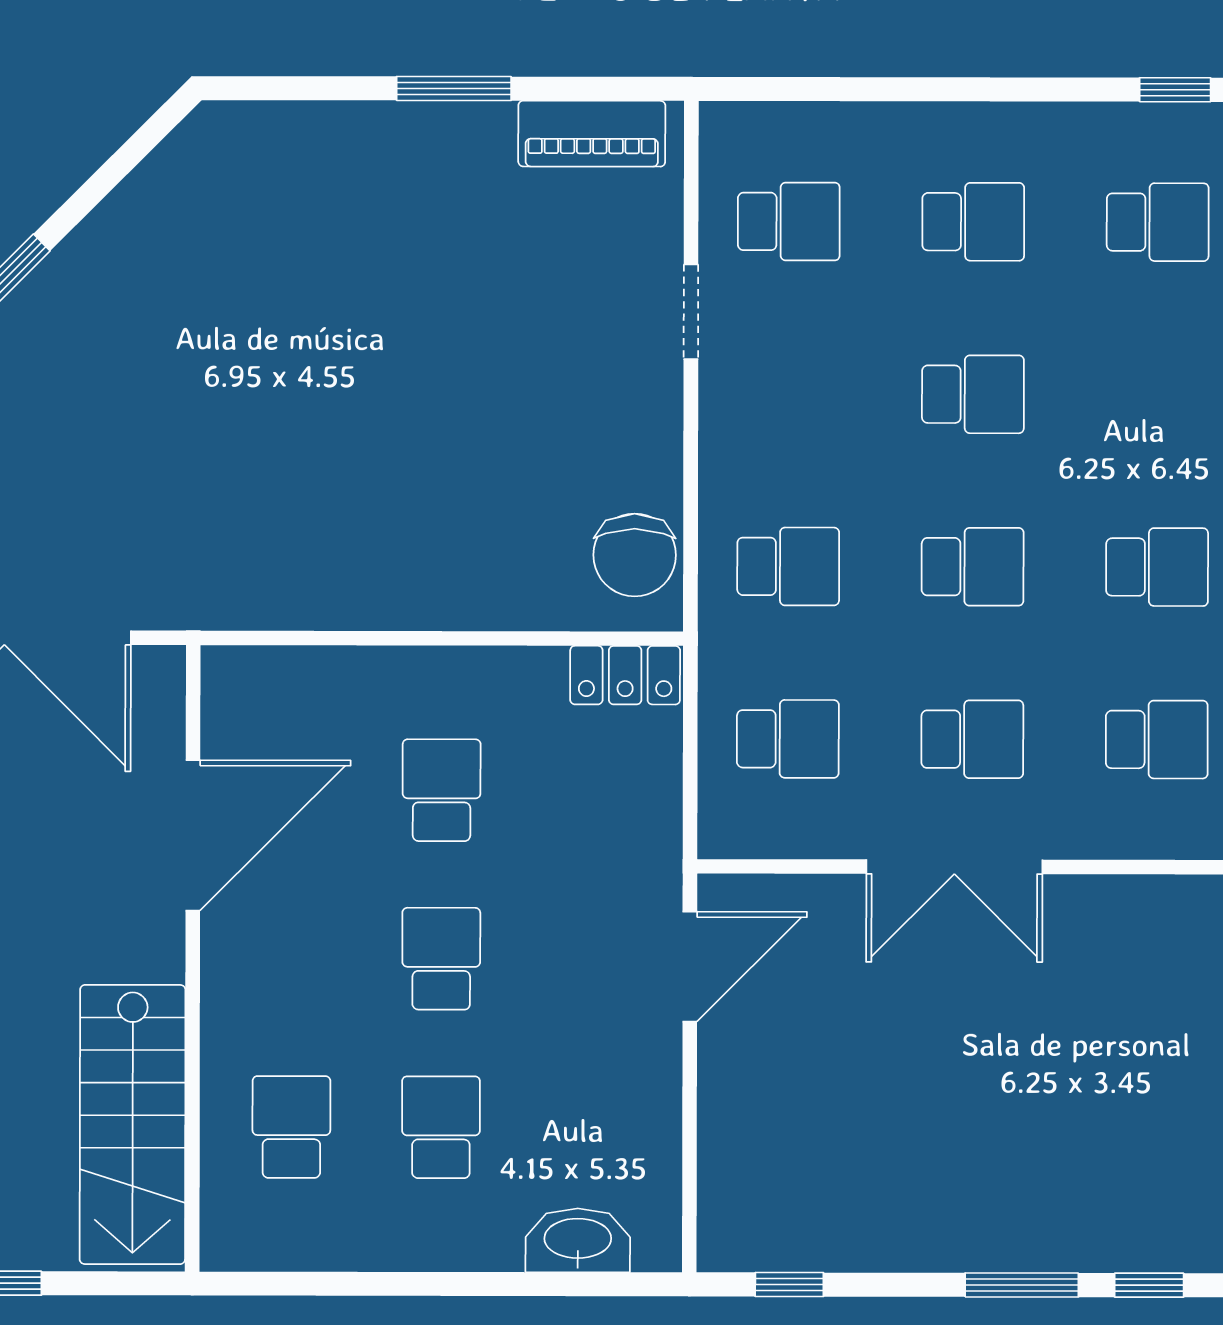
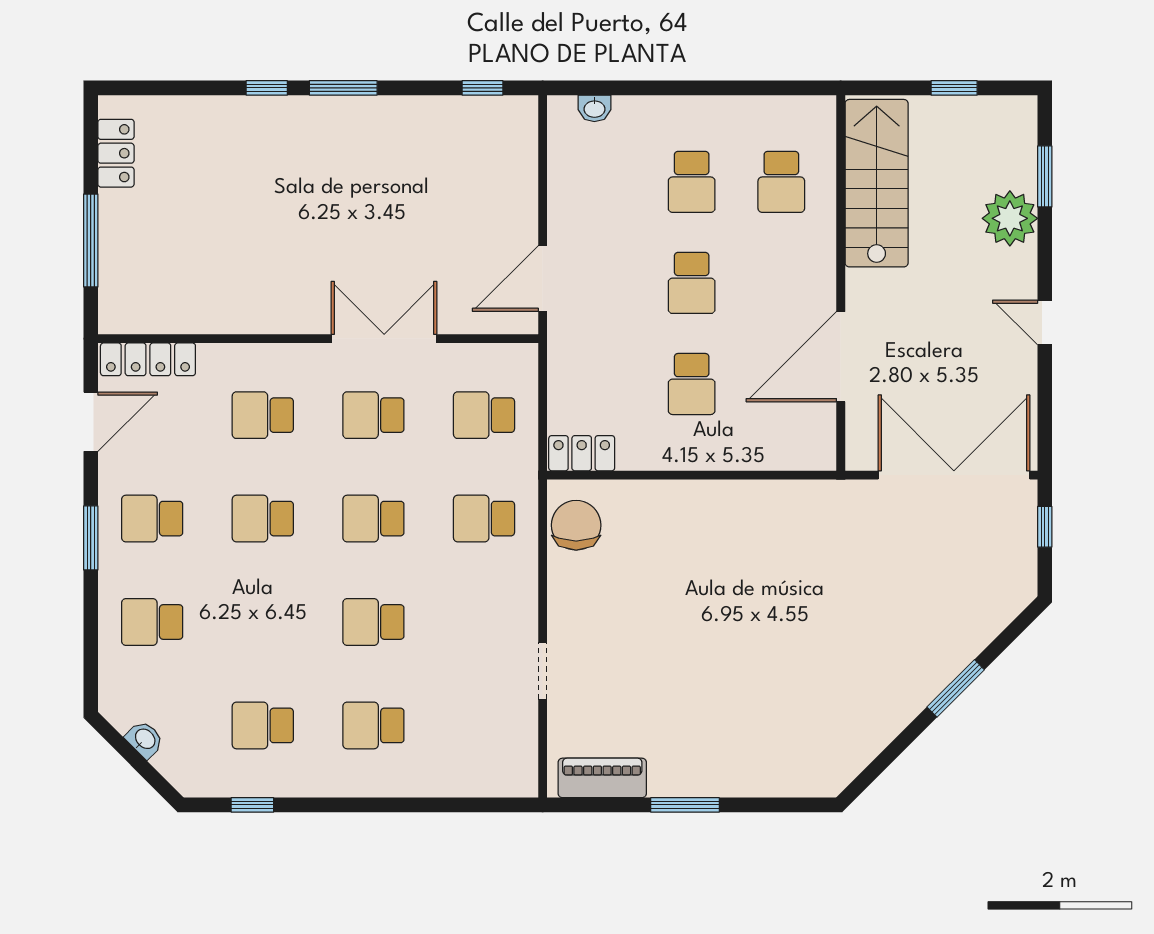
school desk: (789, 221) -> (484, 725), removed
washbasin: (578, 1240) -> (594, 108), width x0.52, depth x0.69

